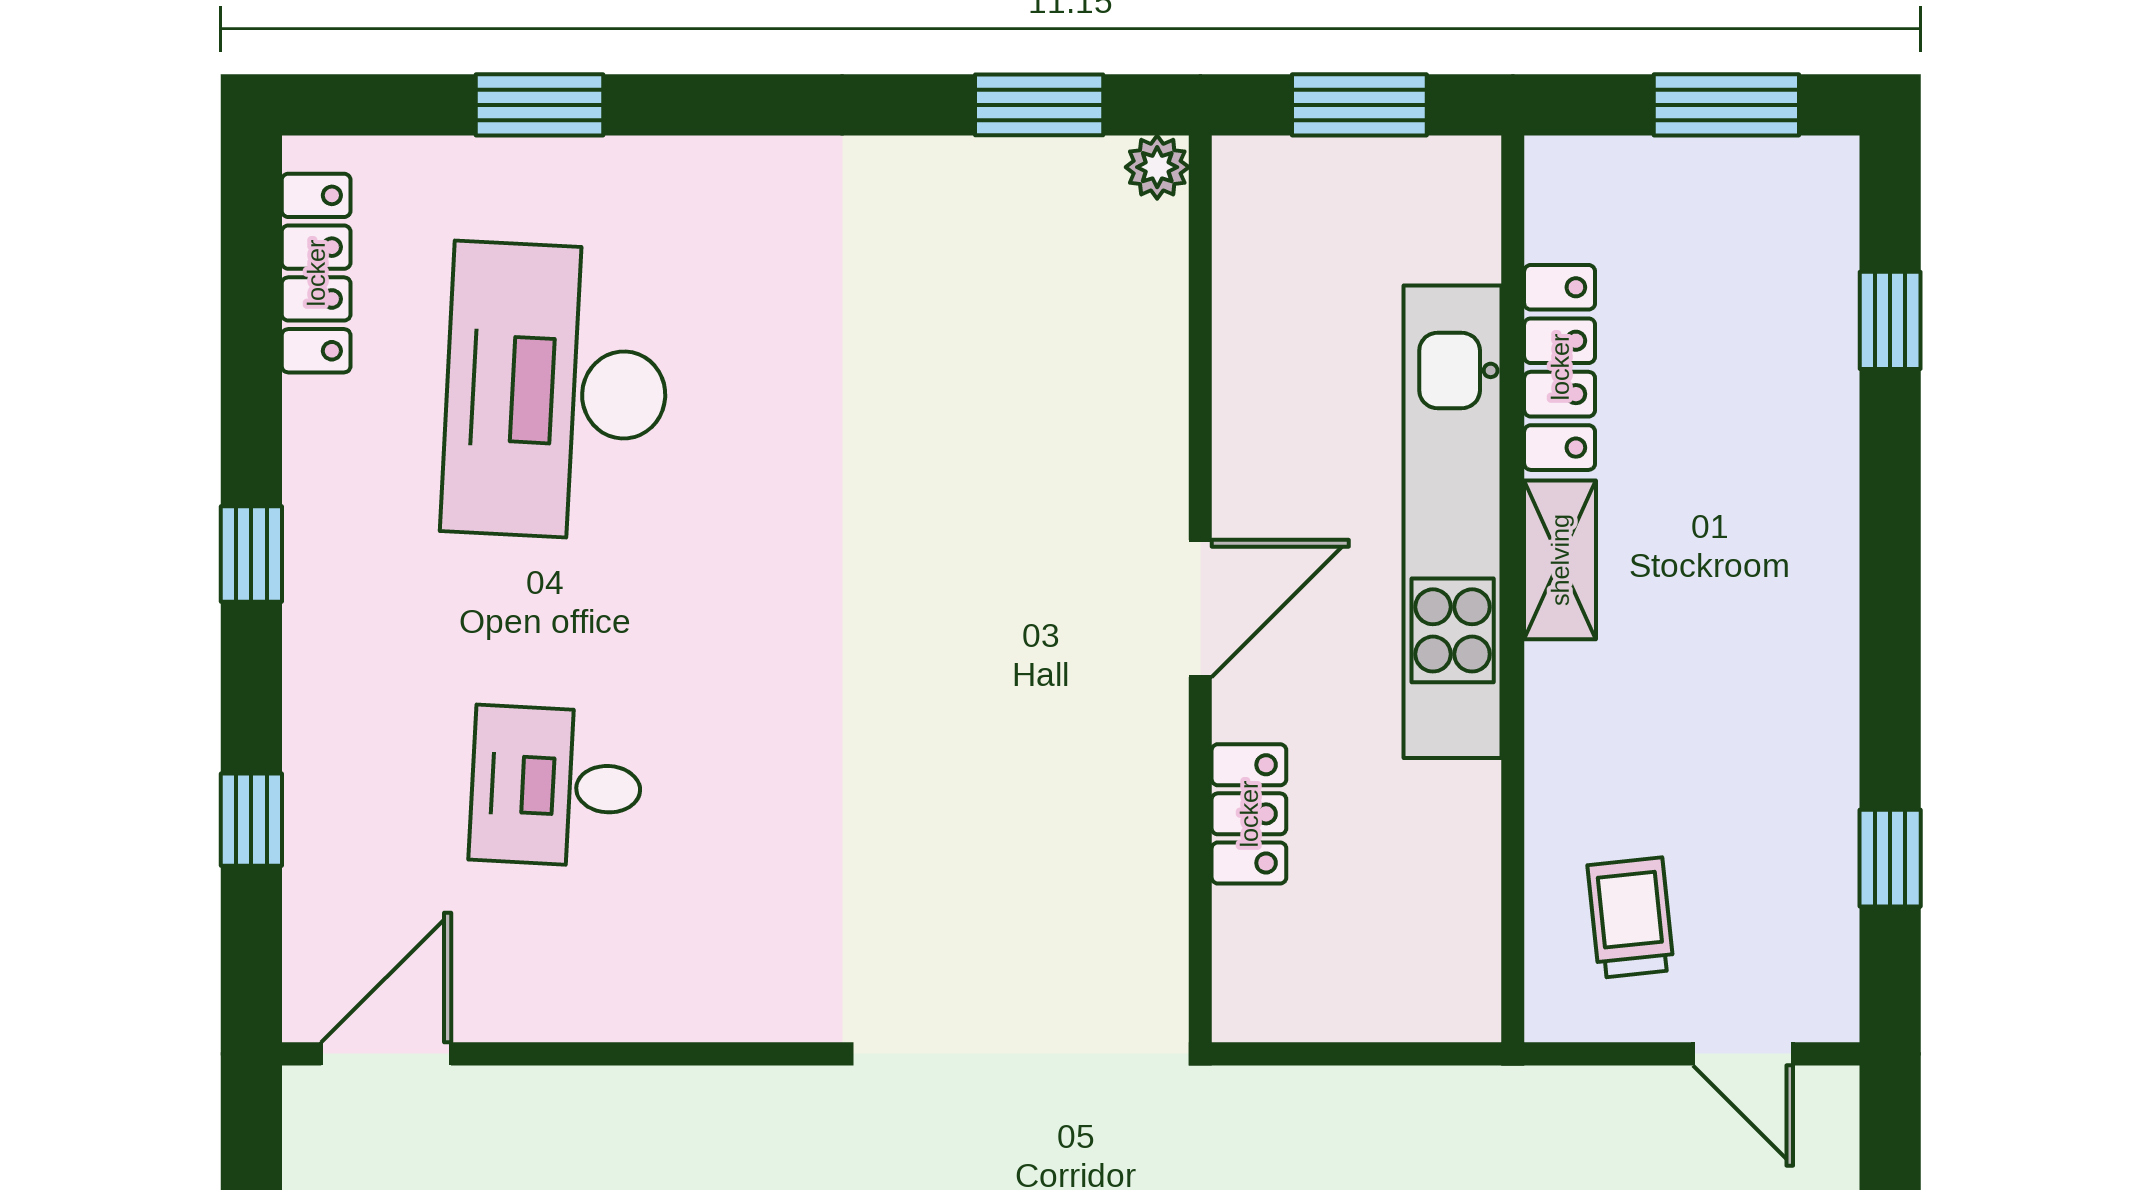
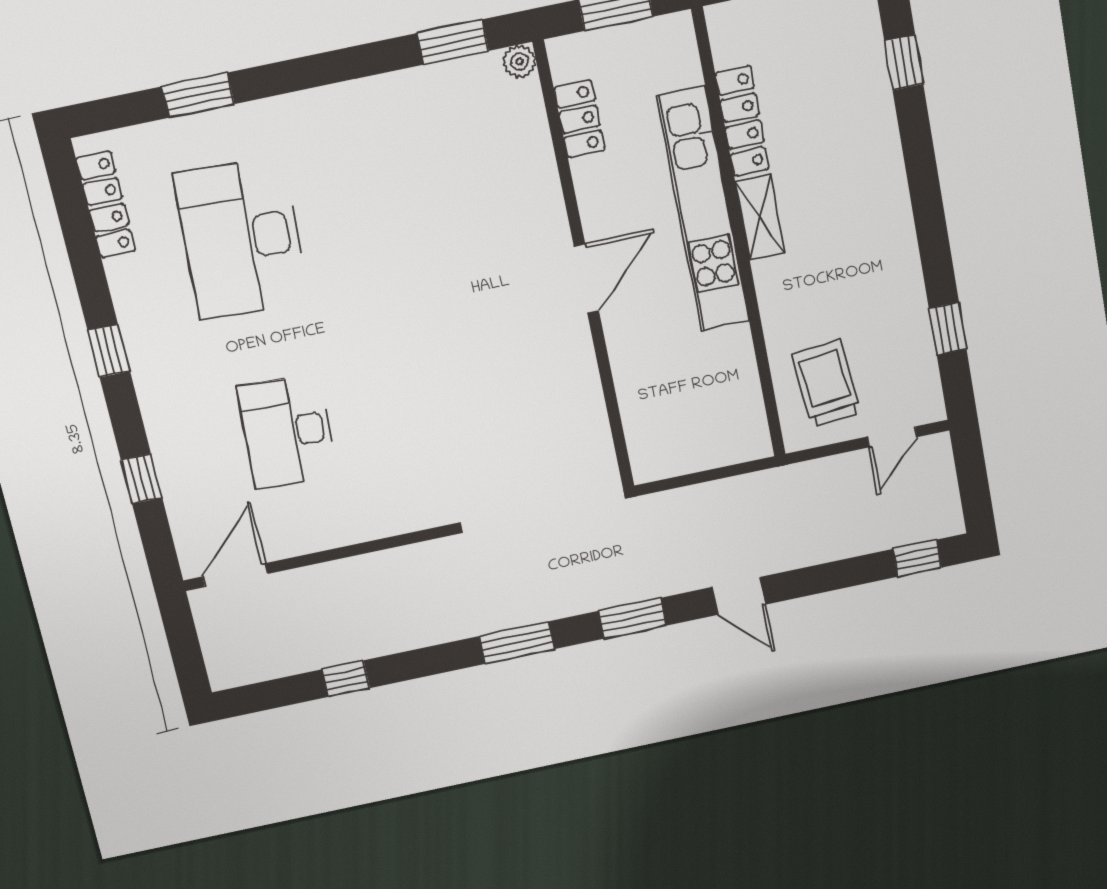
desk: (556, 786) -> (288, 432), width x1.37
locker: (1249, 814) -> (579, 119), moved
trolley: (1631, 918) -> (826, 384), width x1.36, depth x1.39
door: (1743, 1054) -> (892, 437), hinge flipped

